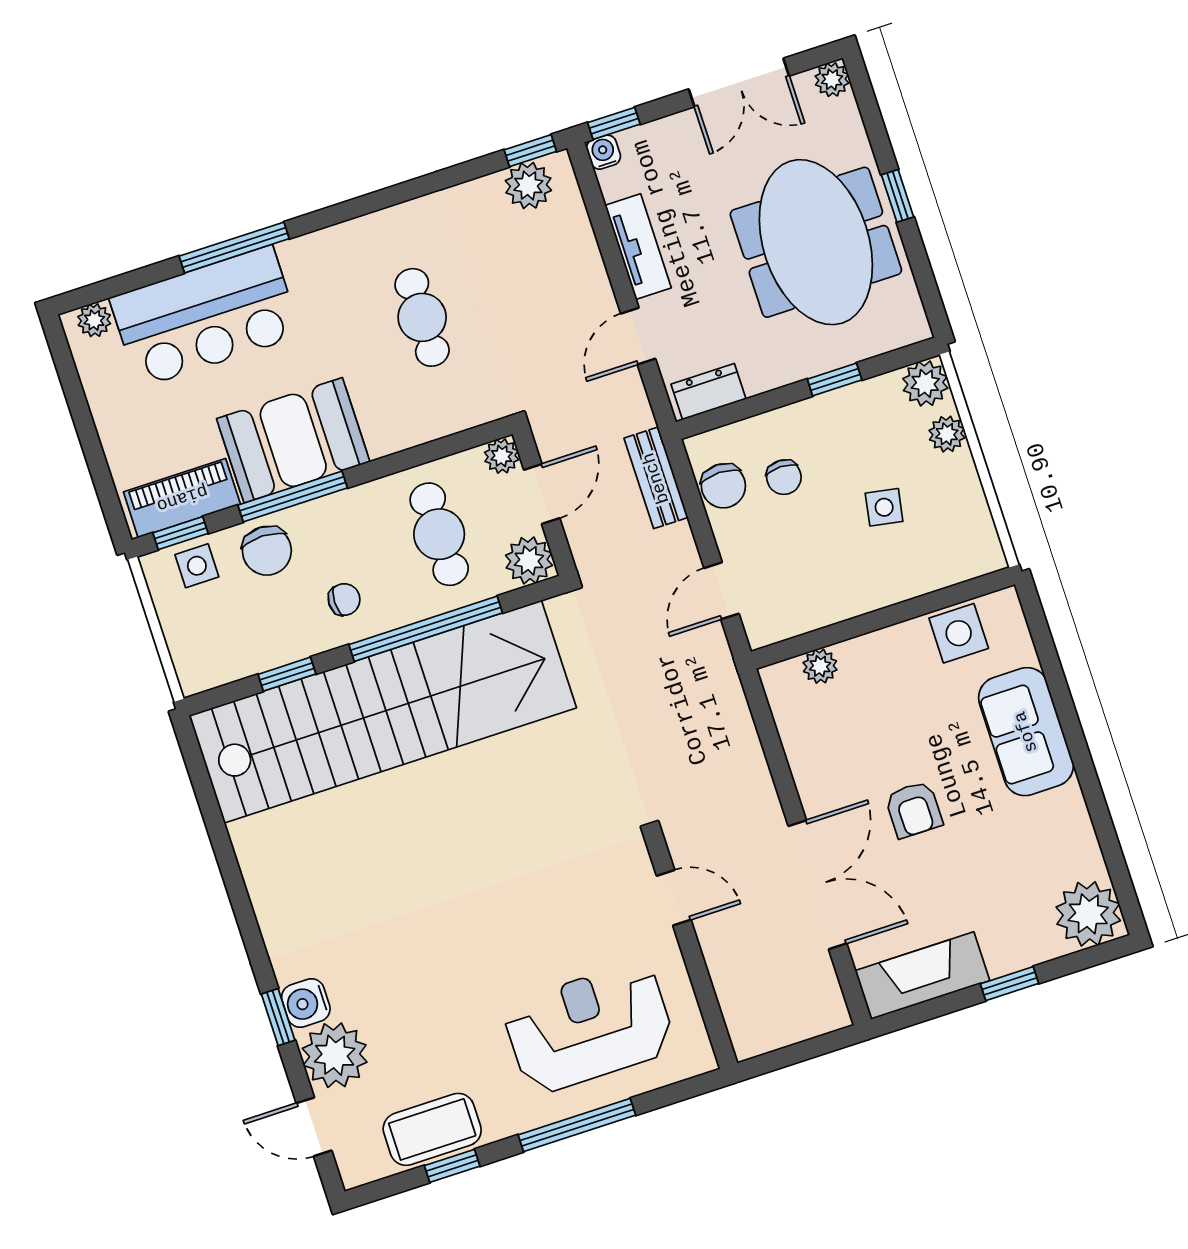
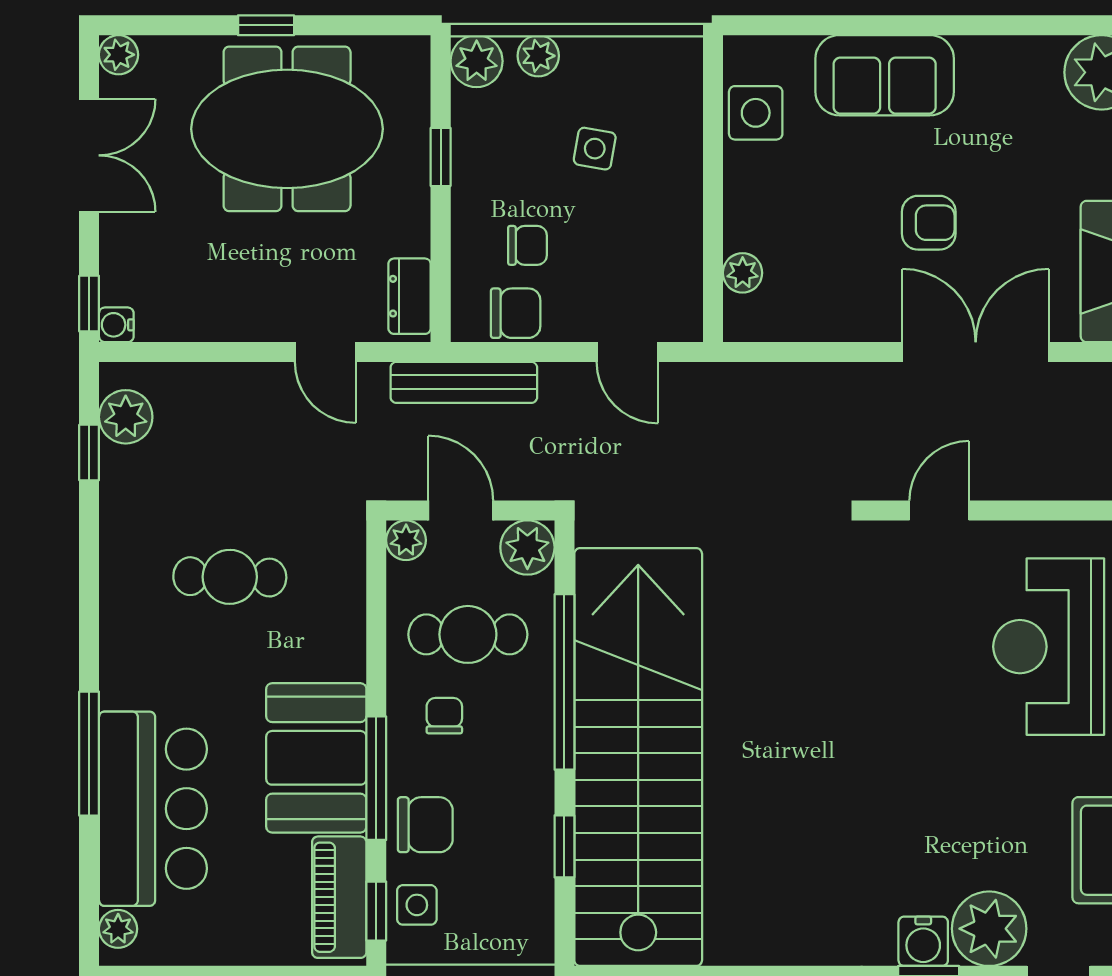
window: (530, 151) -> (89, 452), moved
tv unit: (638, 247) -> (230, 321), removed
bench: (656, 478) -> (464, 382), width x1.36
chair: (344, 600) -> (444, 716), moved

